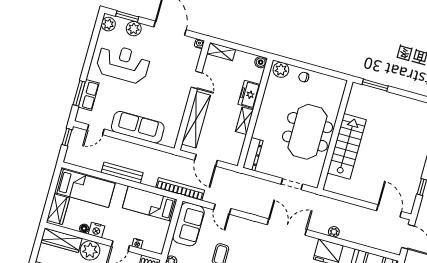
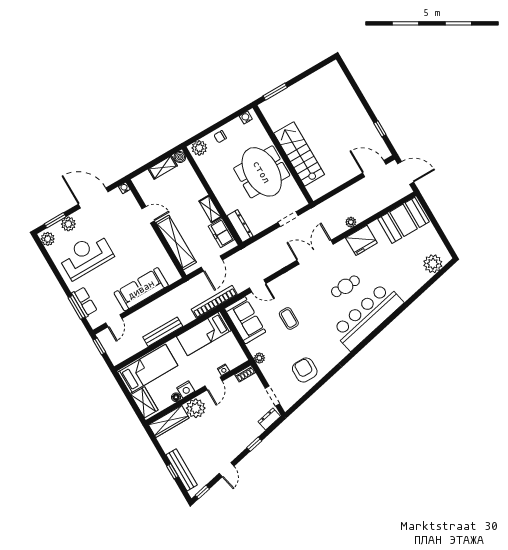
shelving: (221, 52) -> (163, 167), moved
water cooler: (336, 82) -> (246, 117), added
freezer: (249, 94) -> (221, 233), moved
door: (206, 160) -> (212, 264), hinge flipped

